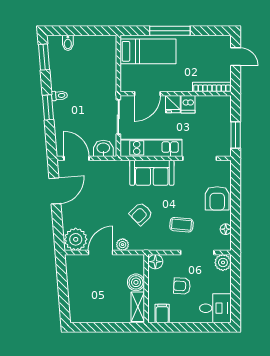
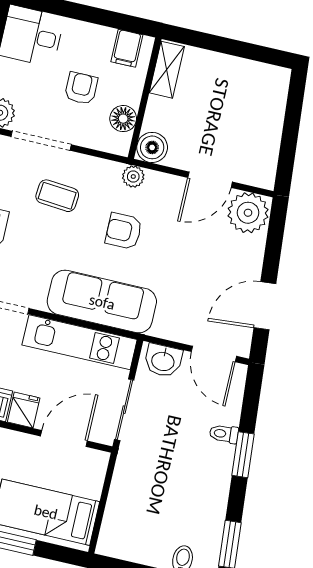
toilet: (59, 96) -> (224, 434), moved
sofa: (152, 173) -> (102, 302), width x1.36
armchair: (141, 214) -> (124, 231), turned -136
plant: (123, 245) -> (133, 177), moved
floor lamp: (155, 262) -> (123, 119), moved
boiler: (136, 282) -> (152, 147), moved
armchair: (182, 286) -> (81, 88), turned -93

